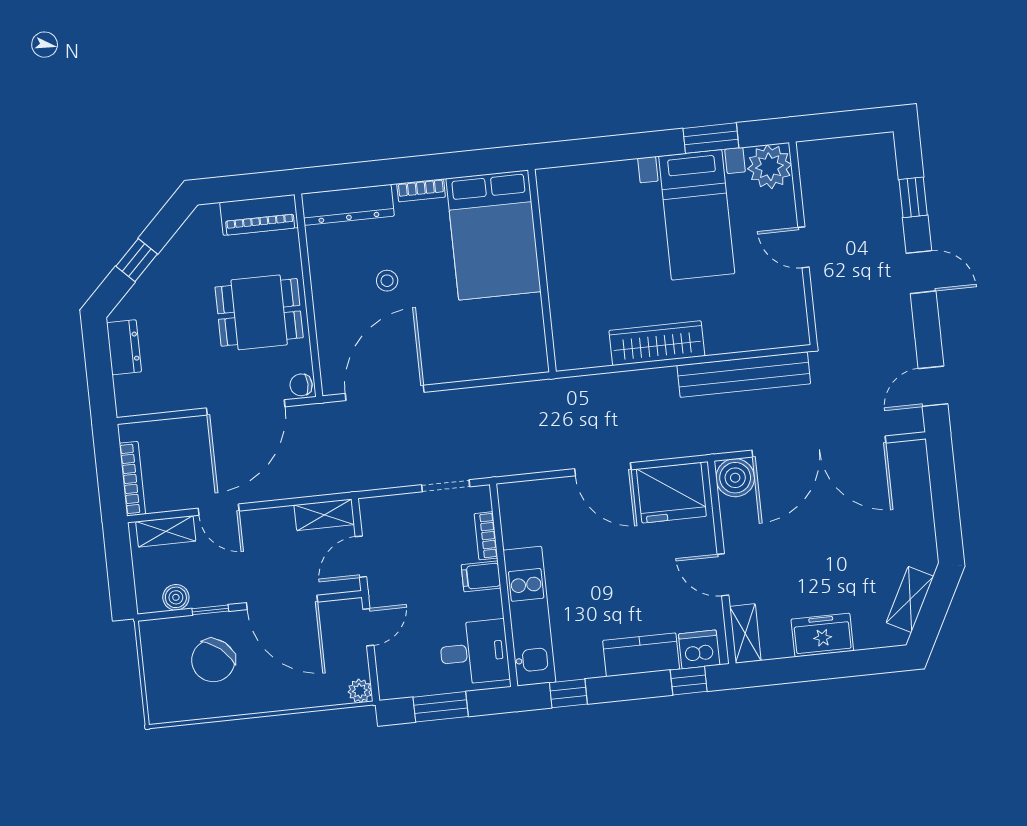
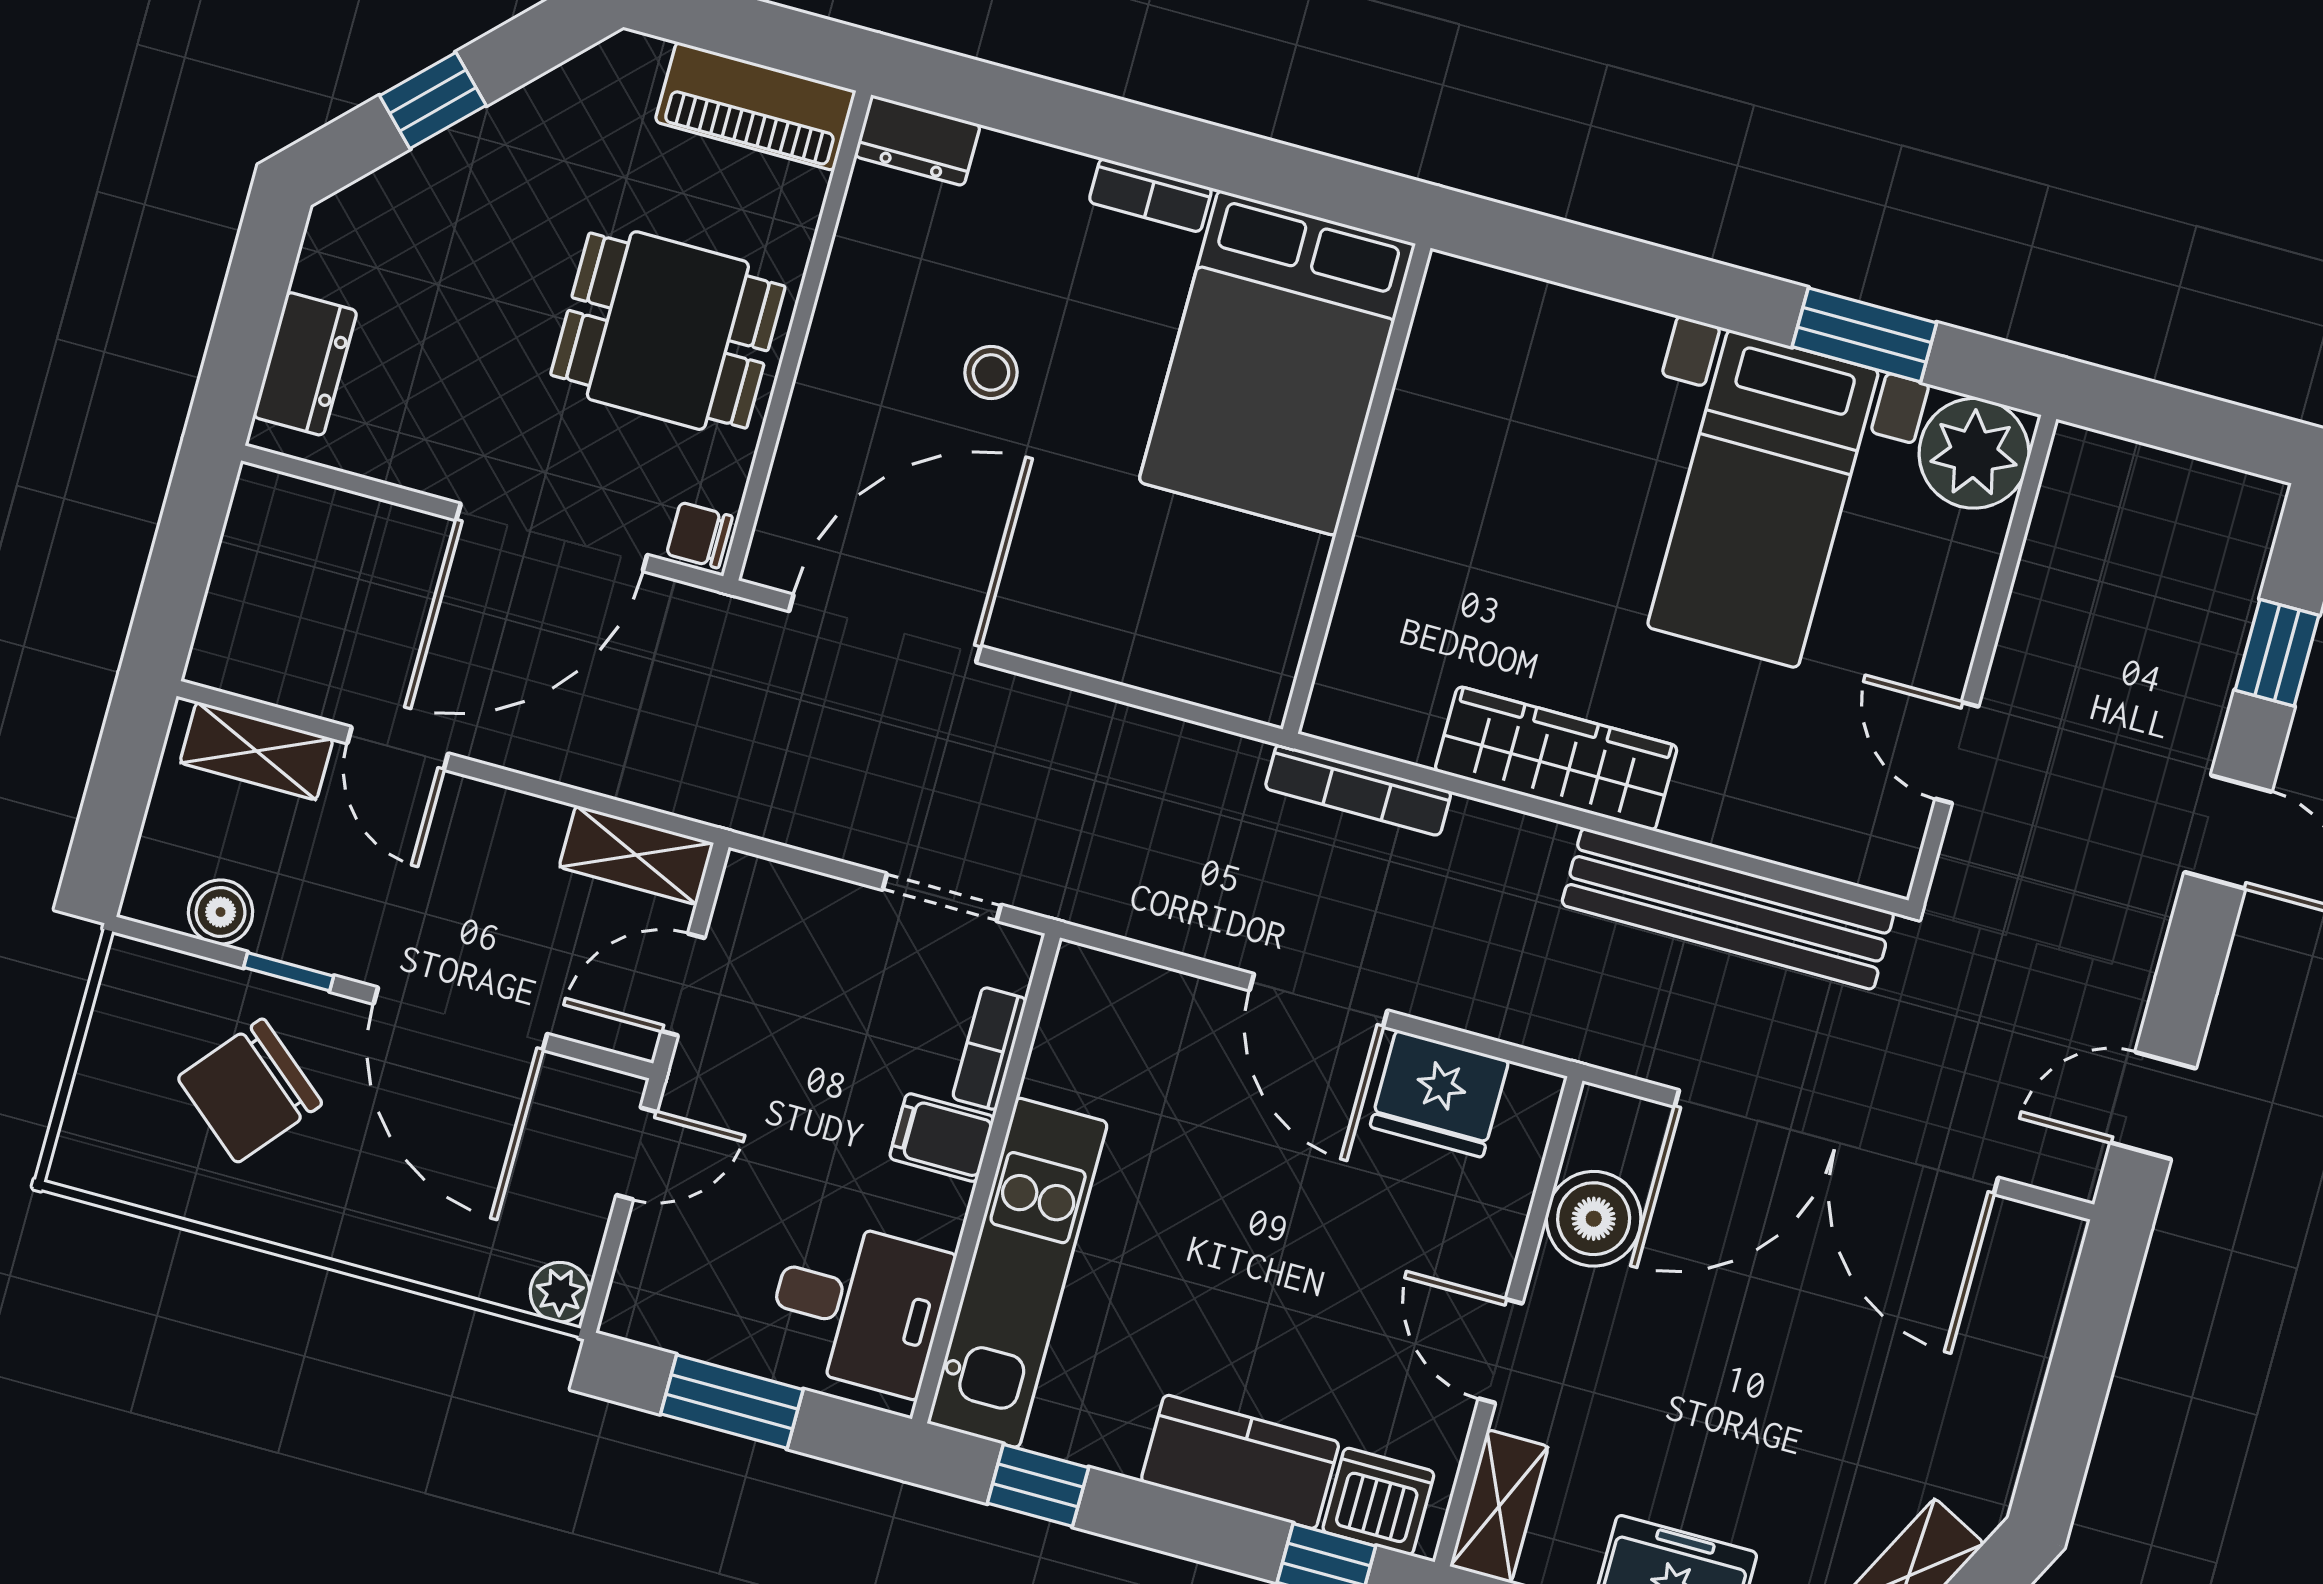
dresser: (348, 205) -> (917, 141), width x0.51, depth x0.80
door: (803, 247) -> (1957, 753), moved
dresser: (124, 347) -> (305, 364), moved
boiler: (735, 478) -> (1594, 1219), moved
bookcase: (132, 479) -> (1358, 790), moved, turned 90
fridge: (671, 493) -> (1439, 1094), width x0.73, depth x0.75

